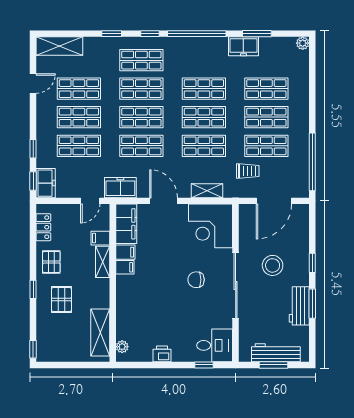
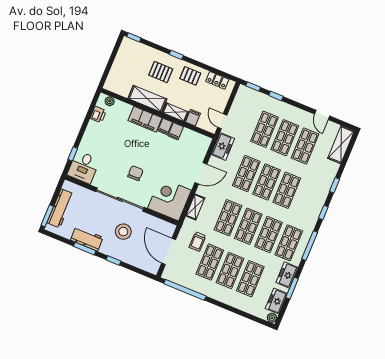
window: (197, 34) -> (310, 246), width x0.68
shop shelf: (141, 60) -> (289, 243), moved
freezer: (46, 183) -> (276, 301), moved, turned 90
filing cabinet: (126, 224) -> (145, 119), moved
shelving: (100, 332) -> (147, 99), moved
printer: (162, 354) -> (98, 115), moved
window: (274, 365) -> (47, 216), moved

